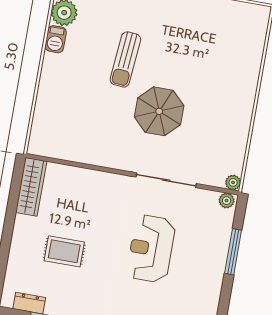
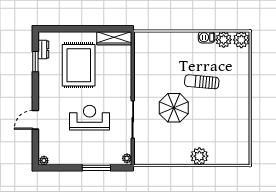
plant: (233, 182) -> (199, 156), moved, width x1.88, depth x1.88
rug: (64, 251) -> (79, 65), width x1.86, depth x2.06

